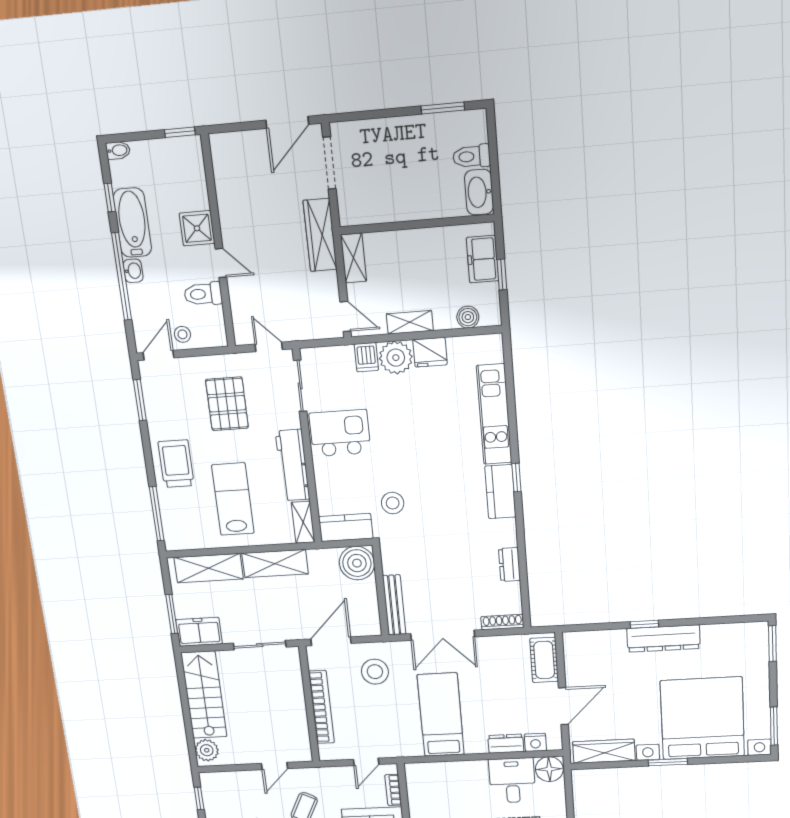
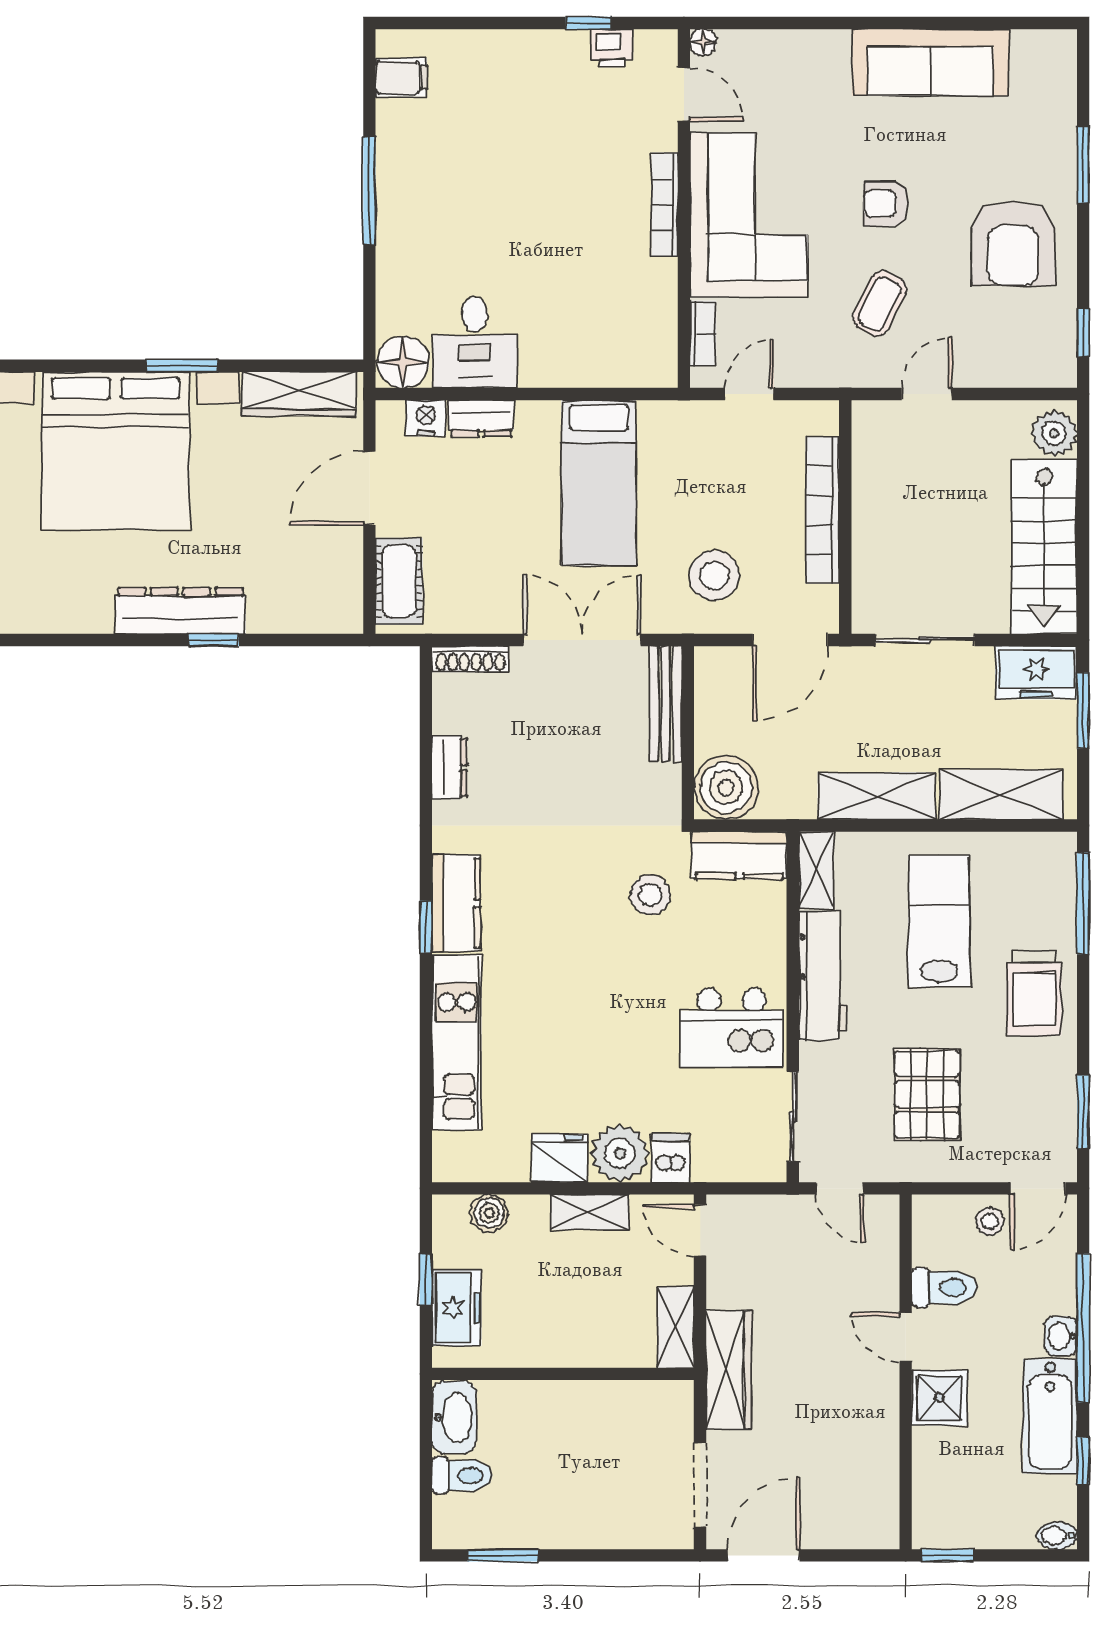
lab bench: (233, 499) -> (939, 921), turned 180

